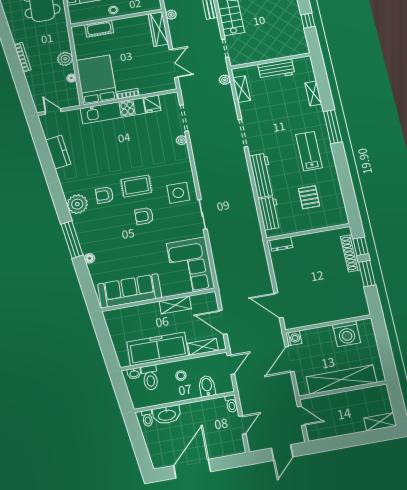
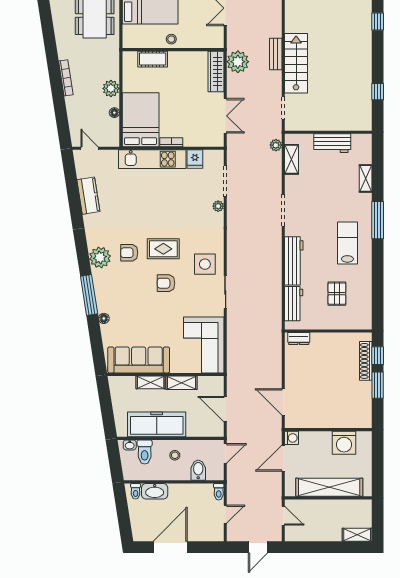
plant: (171, 15) -> (238, 62), width x1.87, depth x1.87
shelving: (203, 347) -> (151, 382), moved

